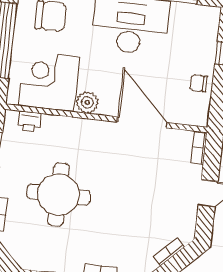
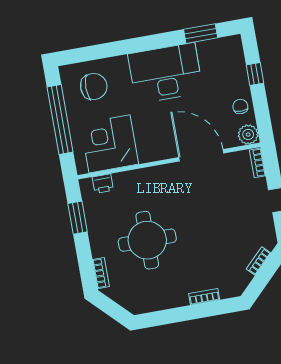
chair: (199, 83) -> (240, 106), turned 90
plant: (87, 102) -> (248, 135), moved

